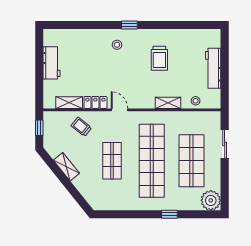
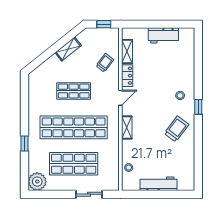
trolley: (159, 58) -> (176, 129), moved, turned 127
shelving: (168, 103) -> (127, 127), moved

